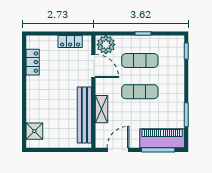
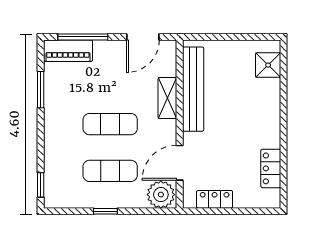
door: (93, 66) -> (180, 163), hinge flipped
piano: (162, 138) -> (68, 51), width x0.73, depth x0.75

